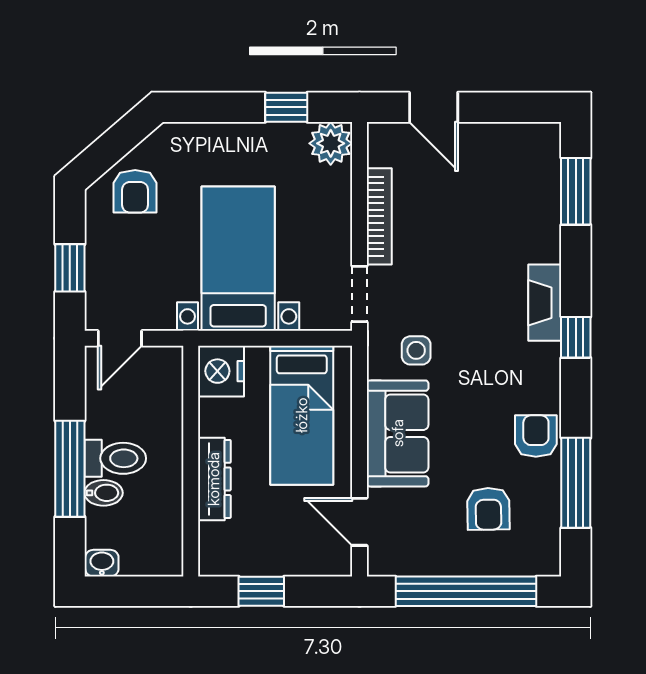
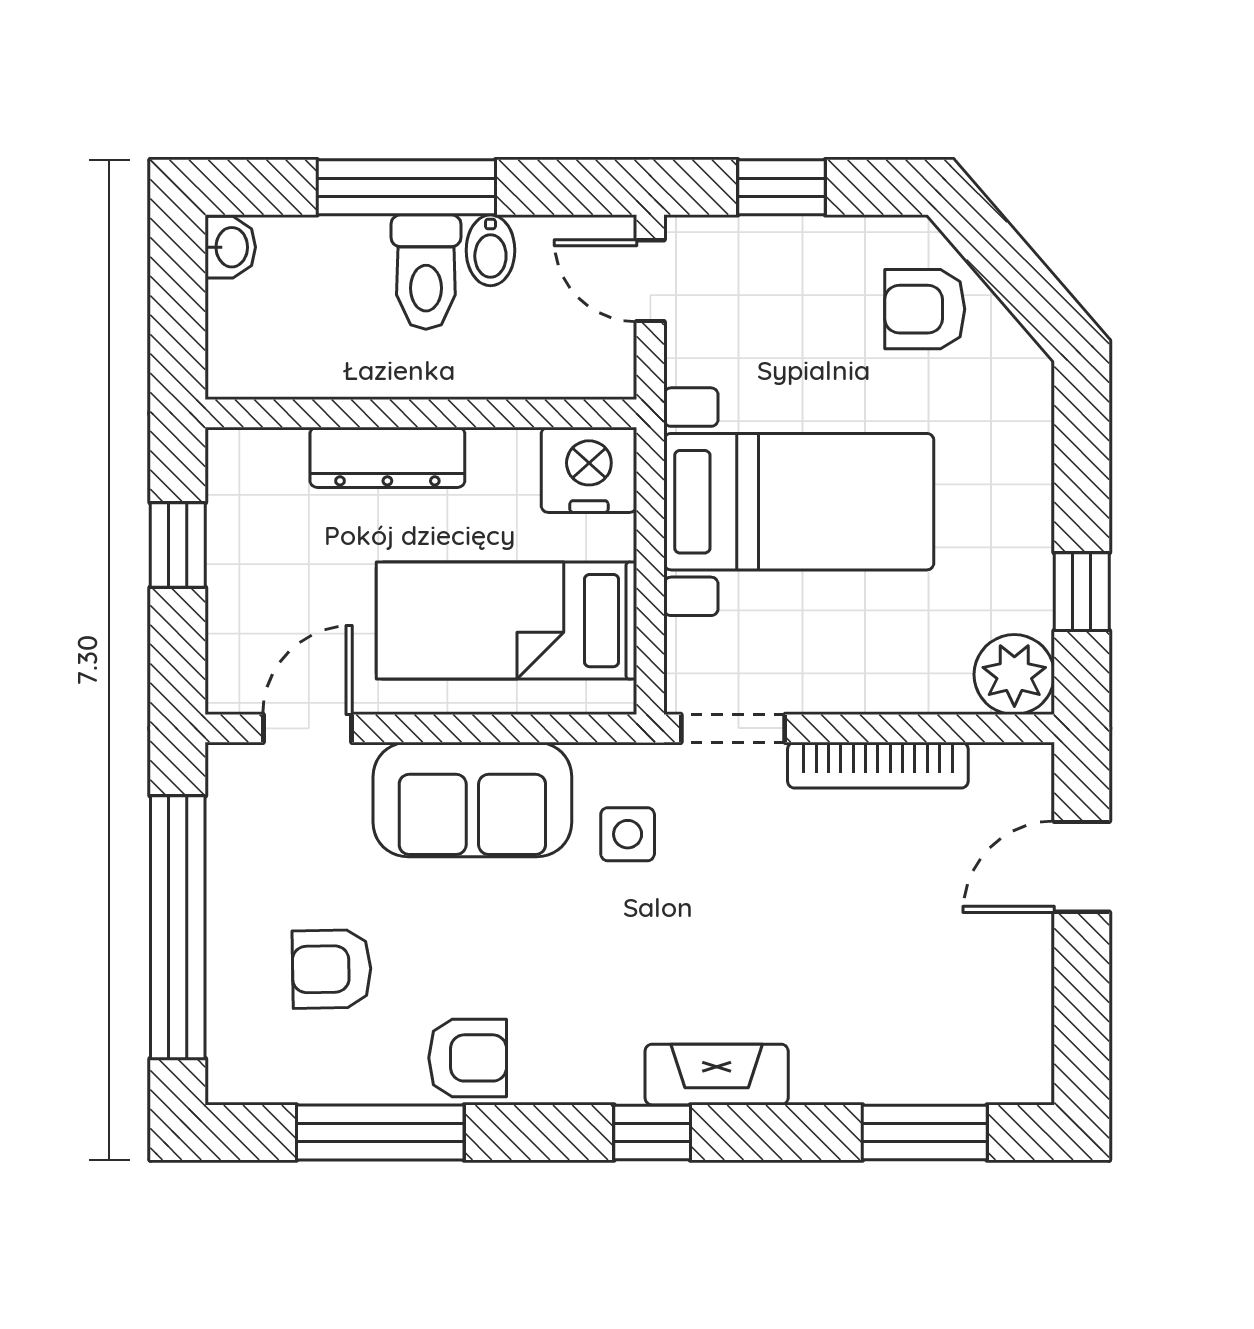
bidet: (104, 493) -> (490, 250), moved

